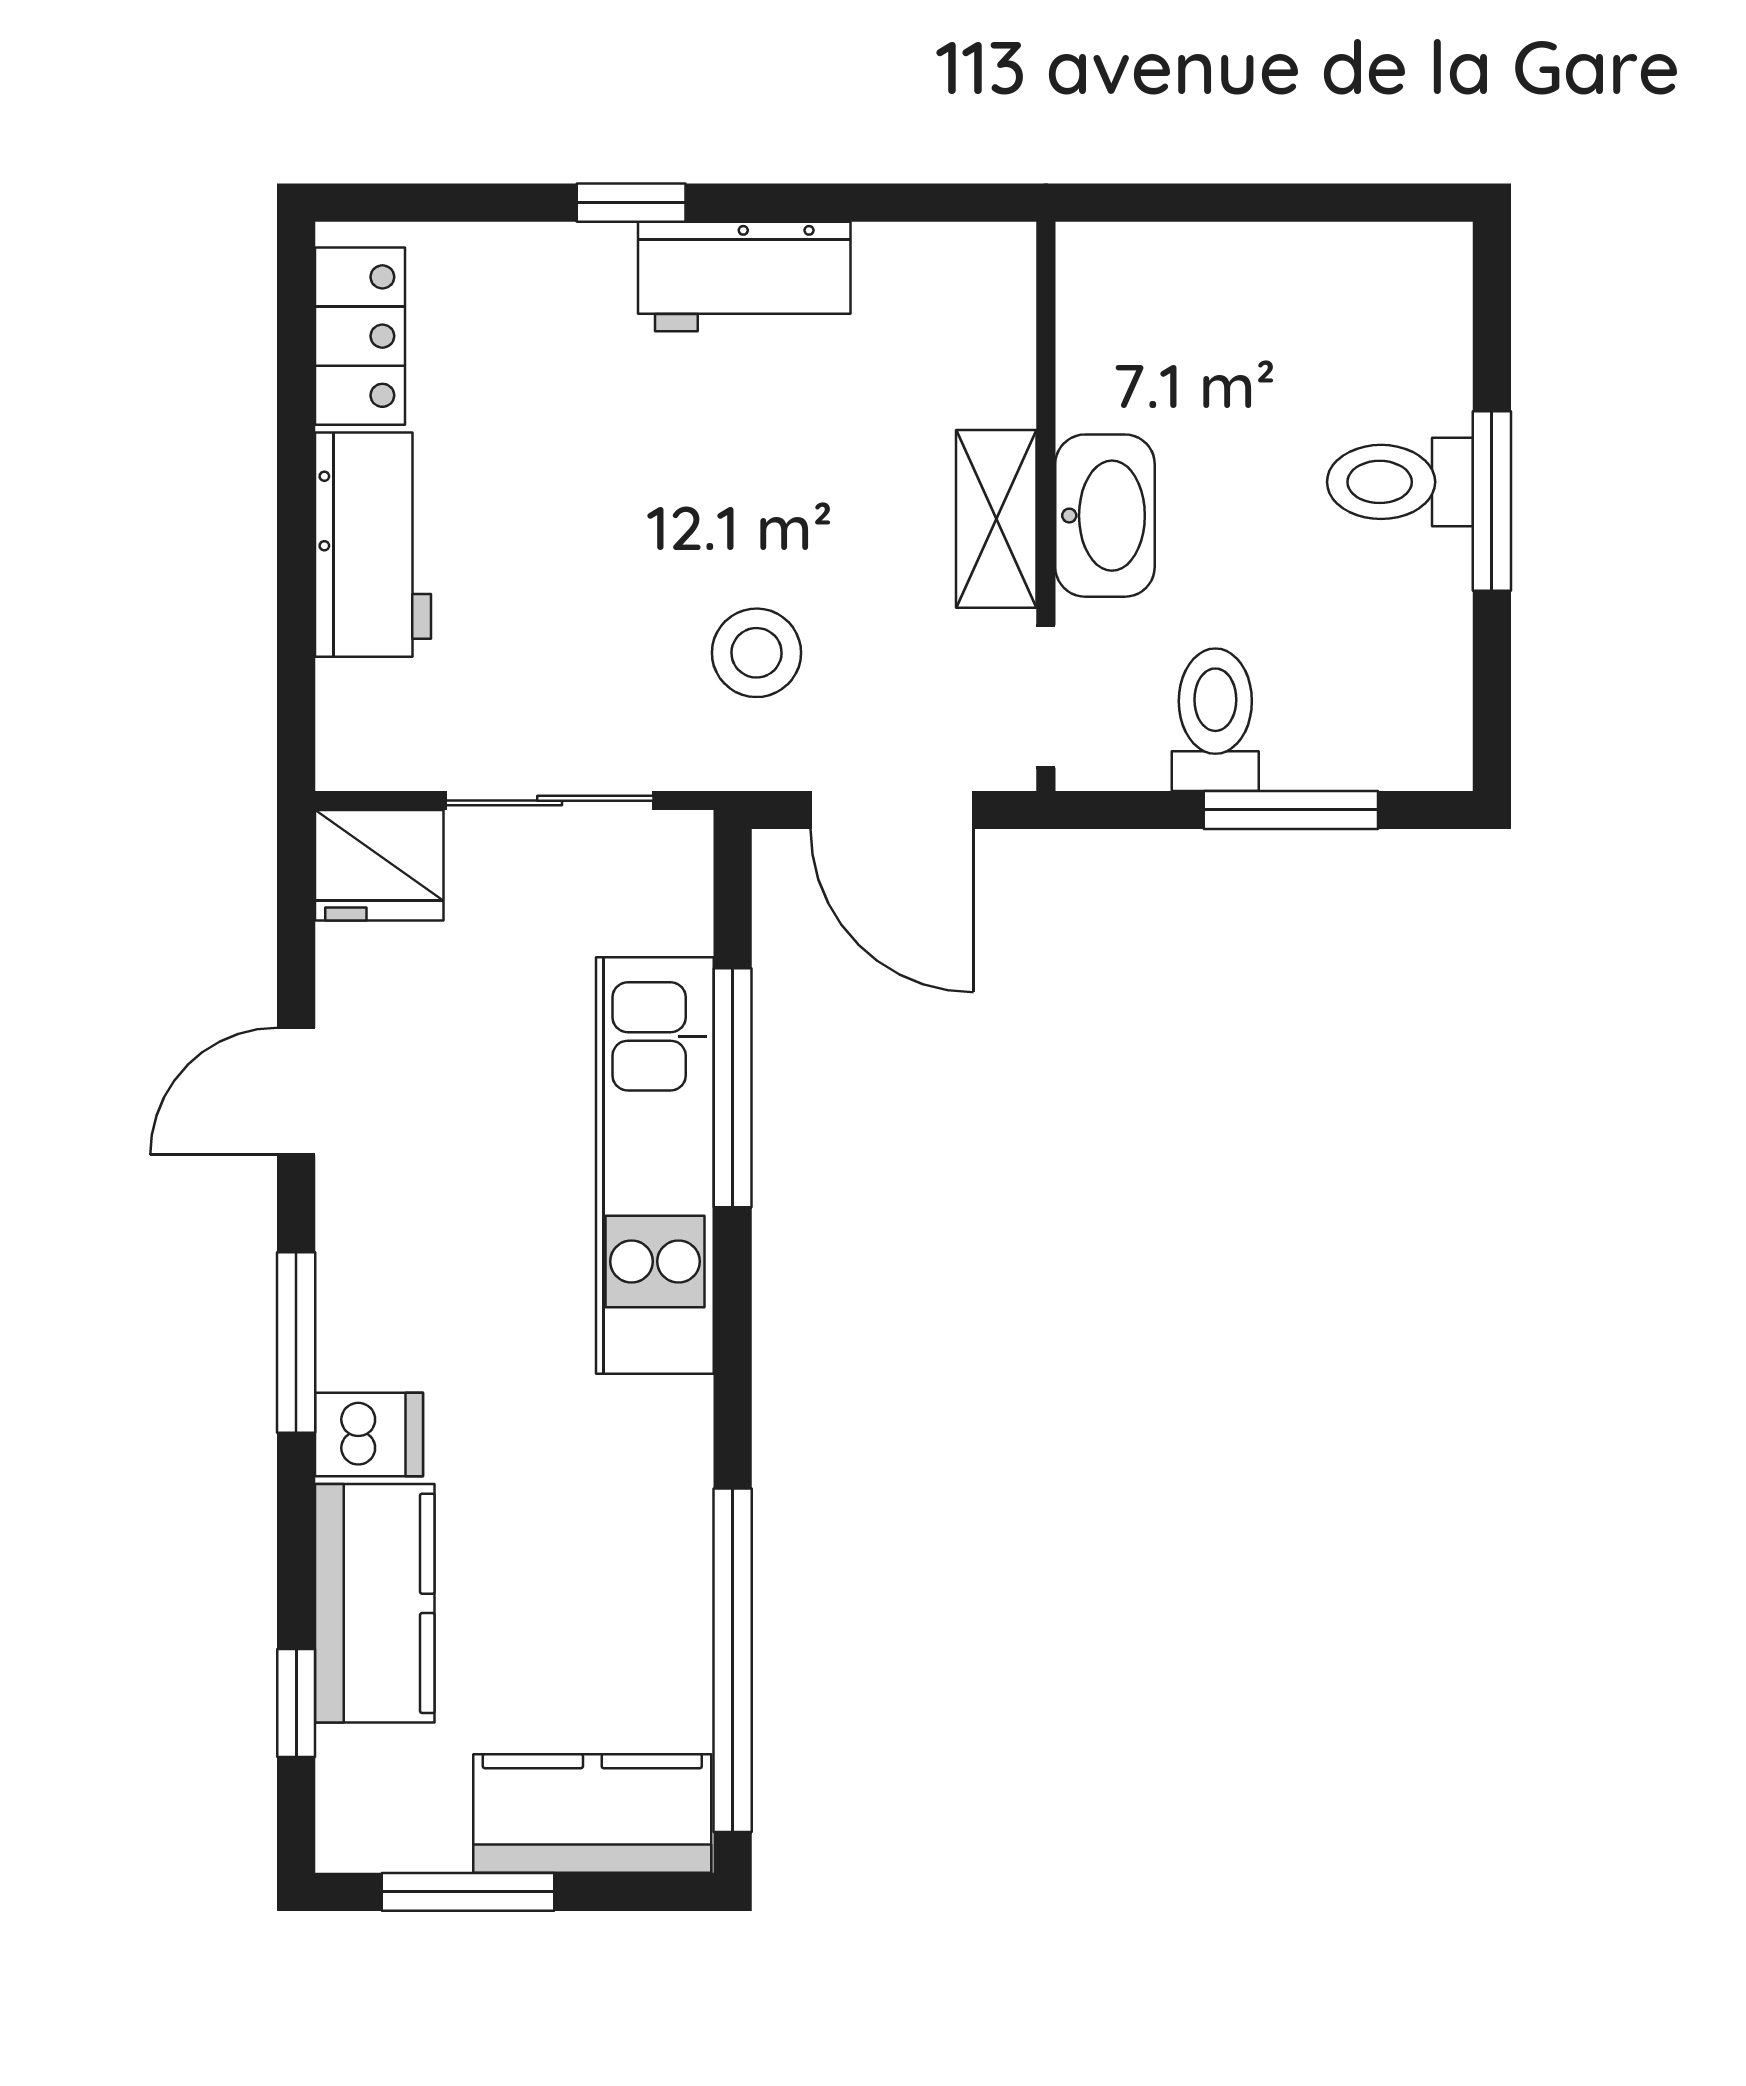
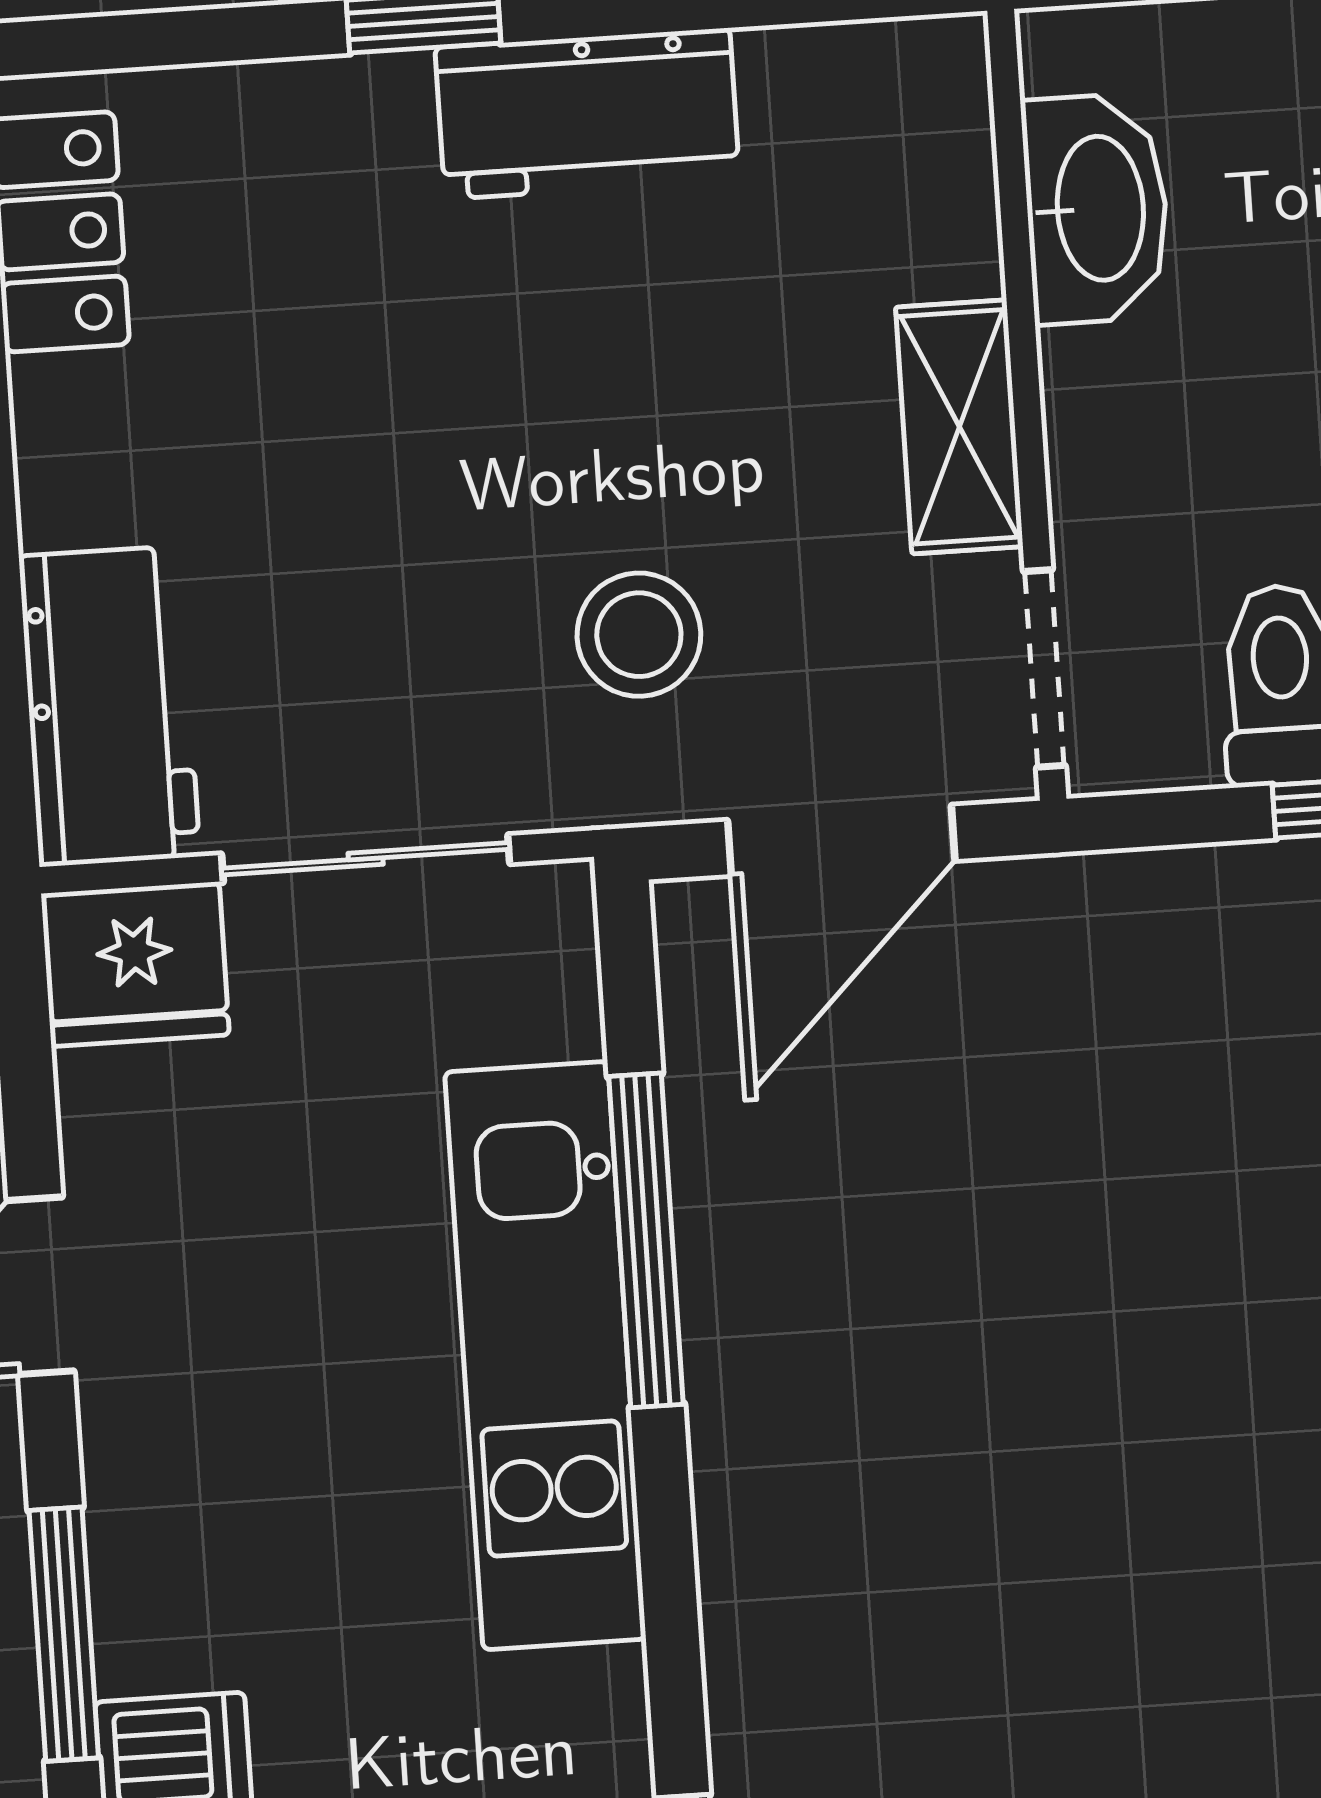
washbasin: (1105, 516) -> (1096, 209), moved
workbench: (373, 545) -> (109, 706), moved
door: (892, 810) -> (841, 840), hinge flipped

